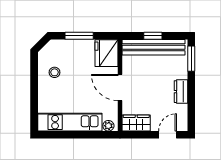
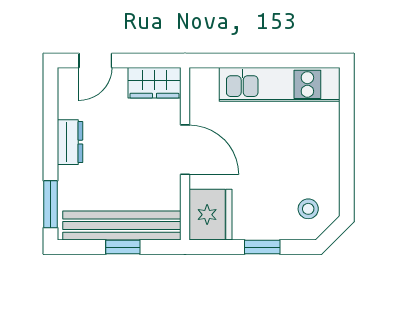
window: (79, 36) -> (262, 247), width x0.67
stool: (54, 72) -> (308, 209), moved
plant: (108, 126) -> (207, 78), removed

